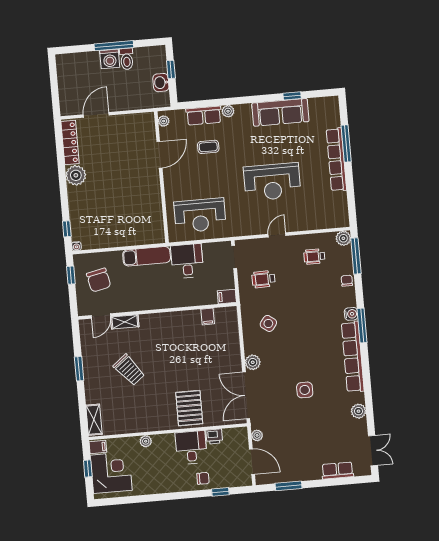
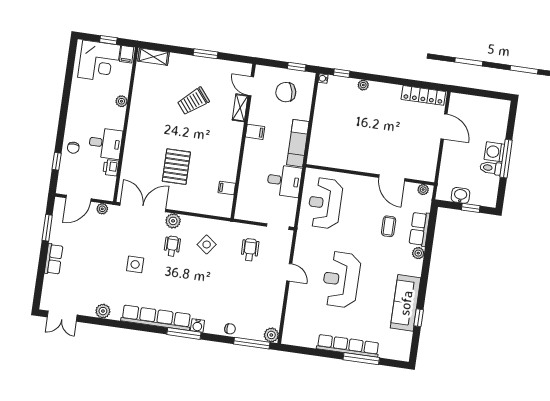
plant: (76, 175) -> (363, 85), moved, width x0.53, depth x0.53
wheelchair: (314, 257) -> (172, 246), moved
filing cabinet: (227, 297) -> (255, 132), moved, turned 90
pallet: (189, 408) -> (176, 167), moved, turned 90
row of seats: (338, 471) -> (54, 259), moved

